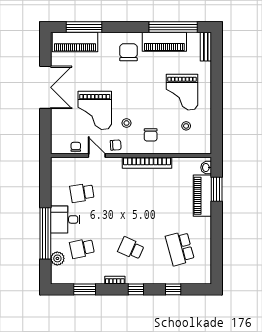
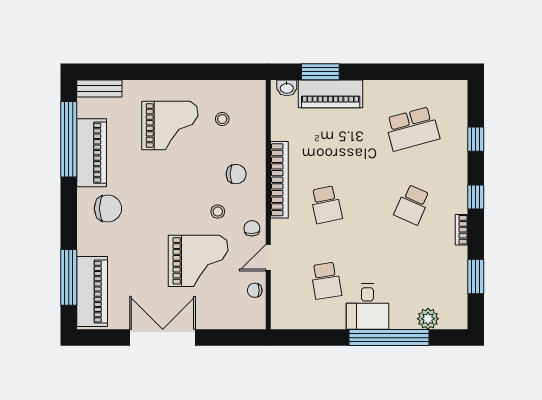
chair: (128, 52) -> (108, 208), turned 180
school desk: (82, 248) -> (326, 205), moved

